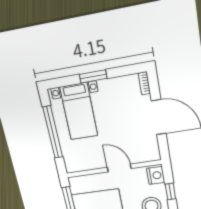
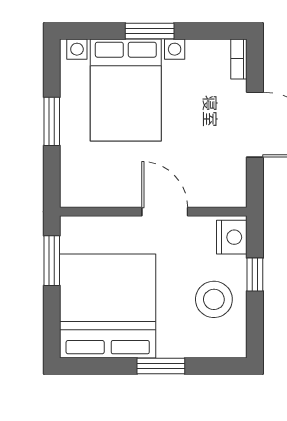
bed with nightstands: (79, 111) -> (126, 90), width x1.36
window: (53, 132) -> (52, 121), width x0.47

